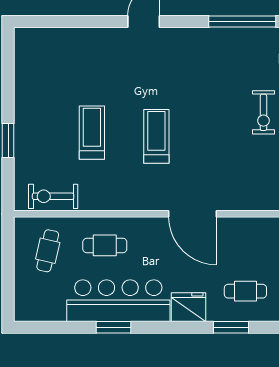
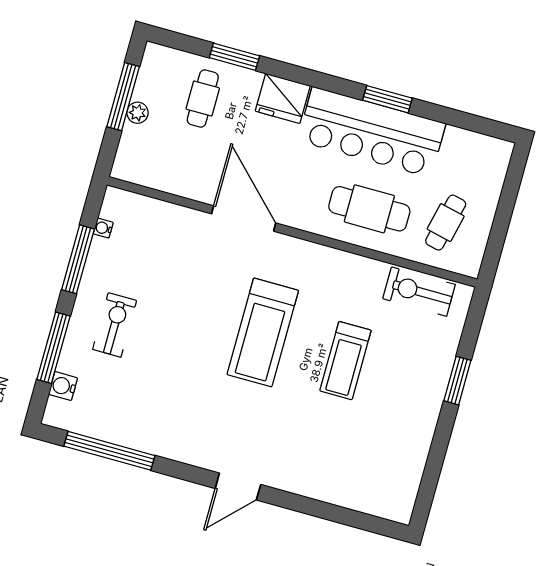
treadmill: (156, 136) -> (263, 332), width x1.37, depth x1.38
exercise bike: (53, 196) -> (419, 292), turned 180
cafe table: (105, 245) -> (369, 209), width x1.37, depth x1.35
cafe table: (245, 291) -> (203, 99), turned 90

